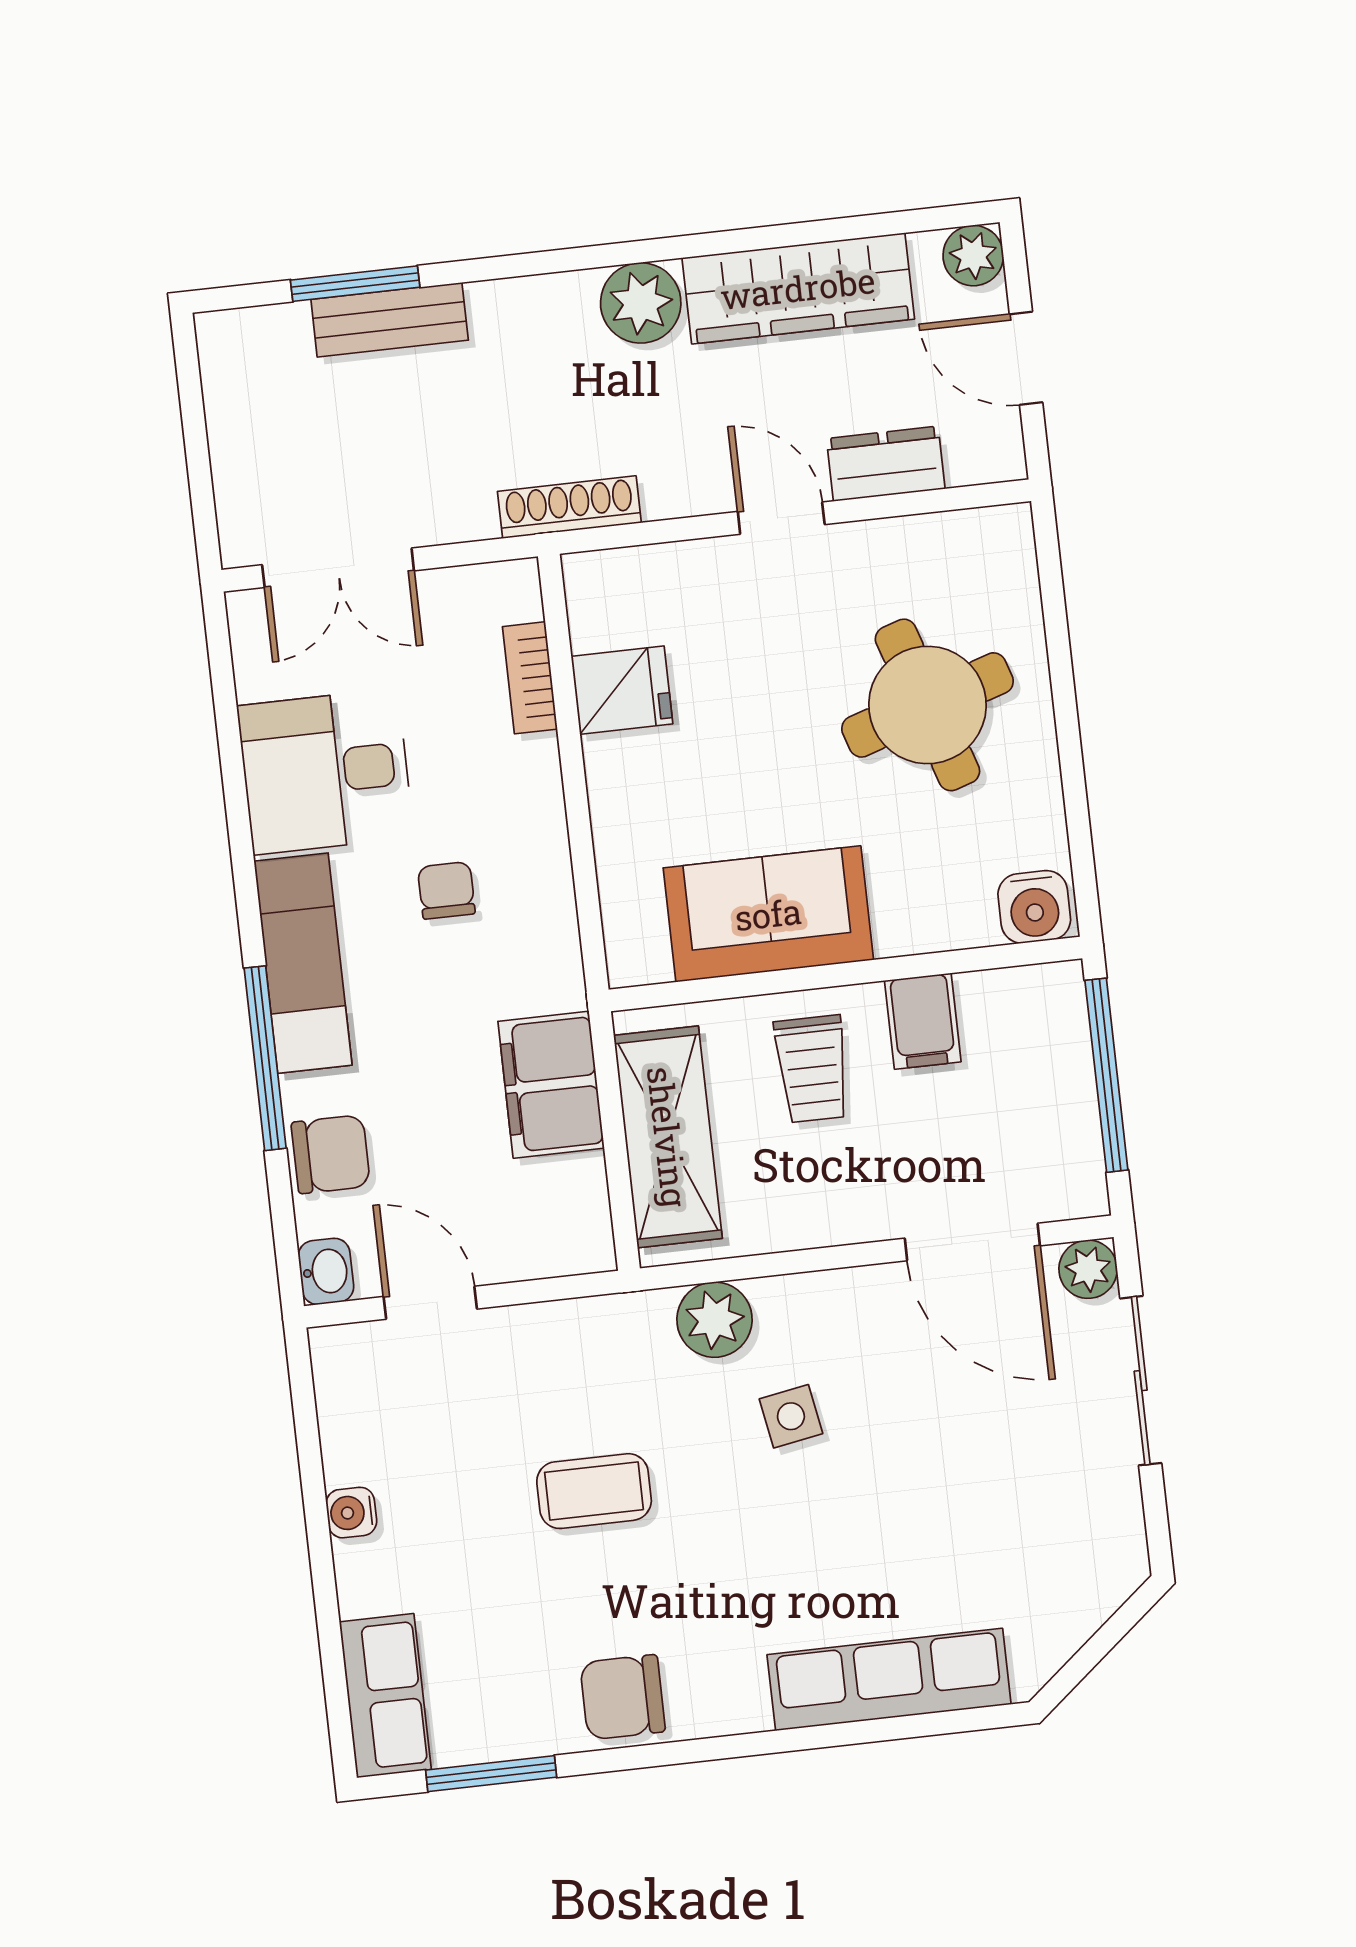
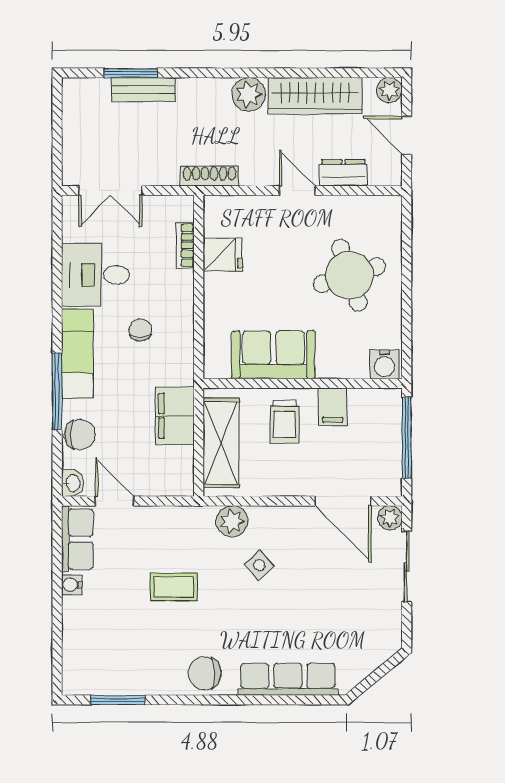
side table: (791, 1416) -> (259, 565), turned -32
row of seats: (385, 1696) -> (77, 539), moved
chair: (623, 1697) -> (205, 673), moved

